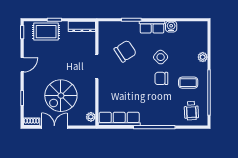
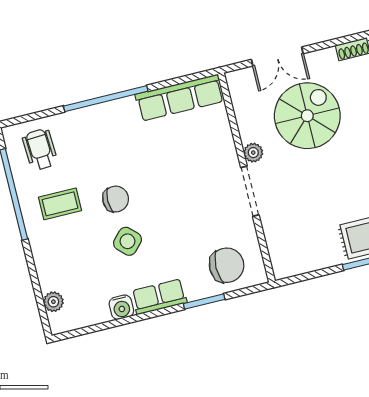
dresser: (82, 26) -> (299, 264), removed
chair: (125, 51) -> (227, 265), moved, turned -147
plant: (203, 57) -> (53, 302), moved
plant: (91, 117) -> (253, 153), moved
double door: (54, 127) -> (277, 56), moved

